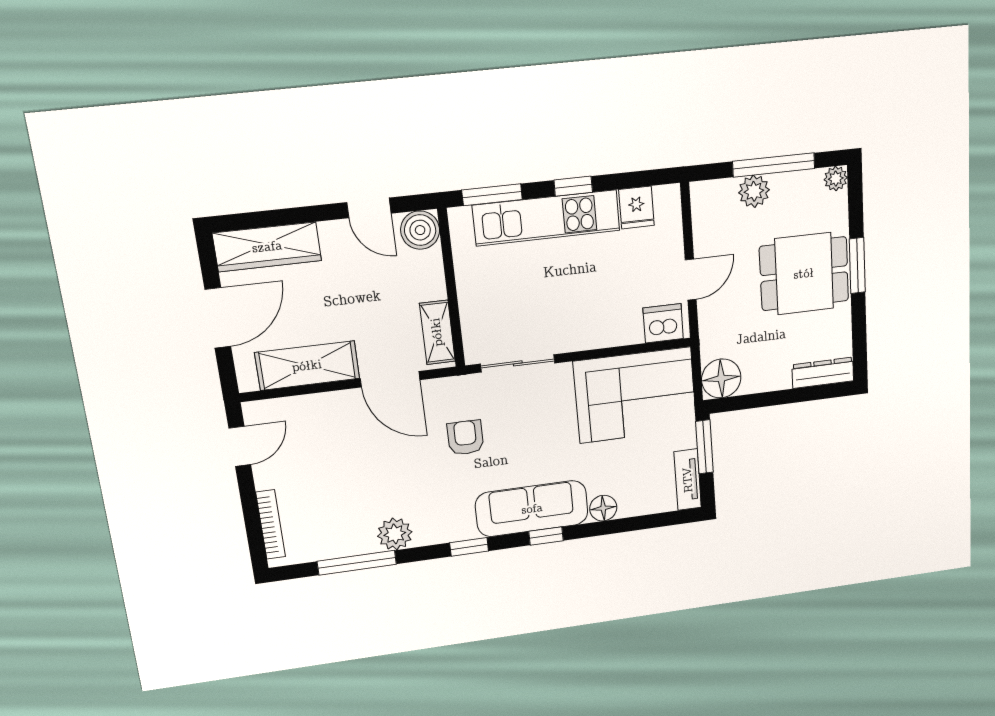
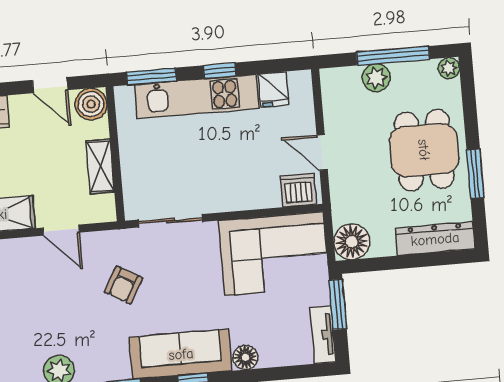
window: (857, 266) -> (475, 174), moved
dining table: (804, 274) -> (424, 150), turned 90
door: (691, 280) -> (322, 152), swing flipped
shelving: (437, 332) -> (100, 166), moved
dresser: (823, 373) -> (435, 239), width x1.37, depth x1.24
door: (390, 379) -> (61, 230), width x0.73
armchair: (465, 438) -> (123, 285), turned -150

